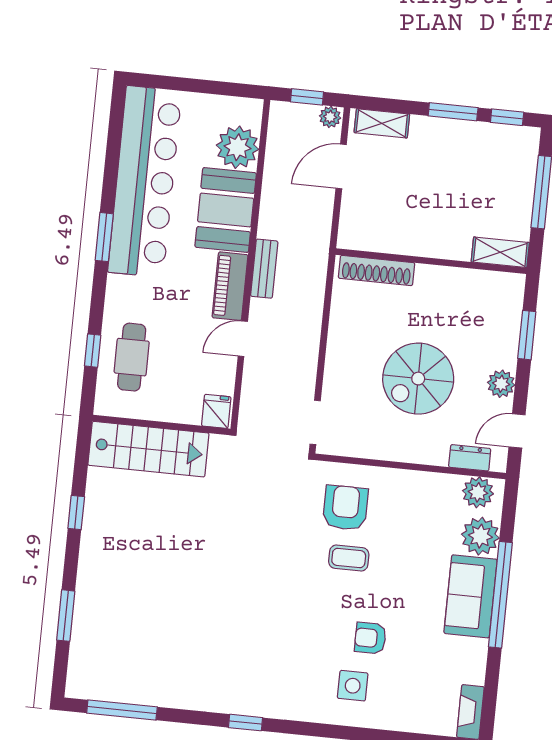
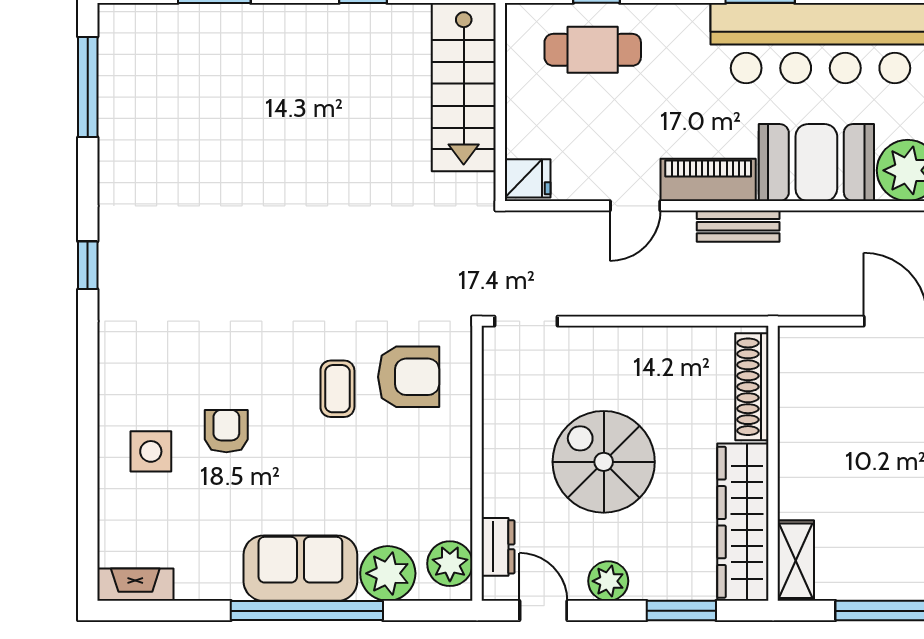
wardrobe: (470, 286) -> (743, 522), added
door: (243, 339) -> (635, 206), swing flipped
side table: (353, 686) -> (151, 451), moved

